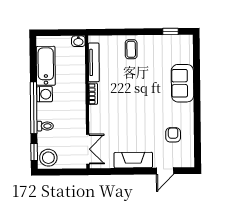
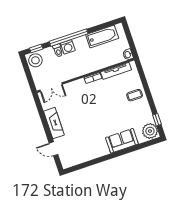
plant: (182, 45) -> (150, 131), added
washing machine: (45, 94) -> (68, 47), moved
armchair: (173, 135) -> (82, 146), removed

